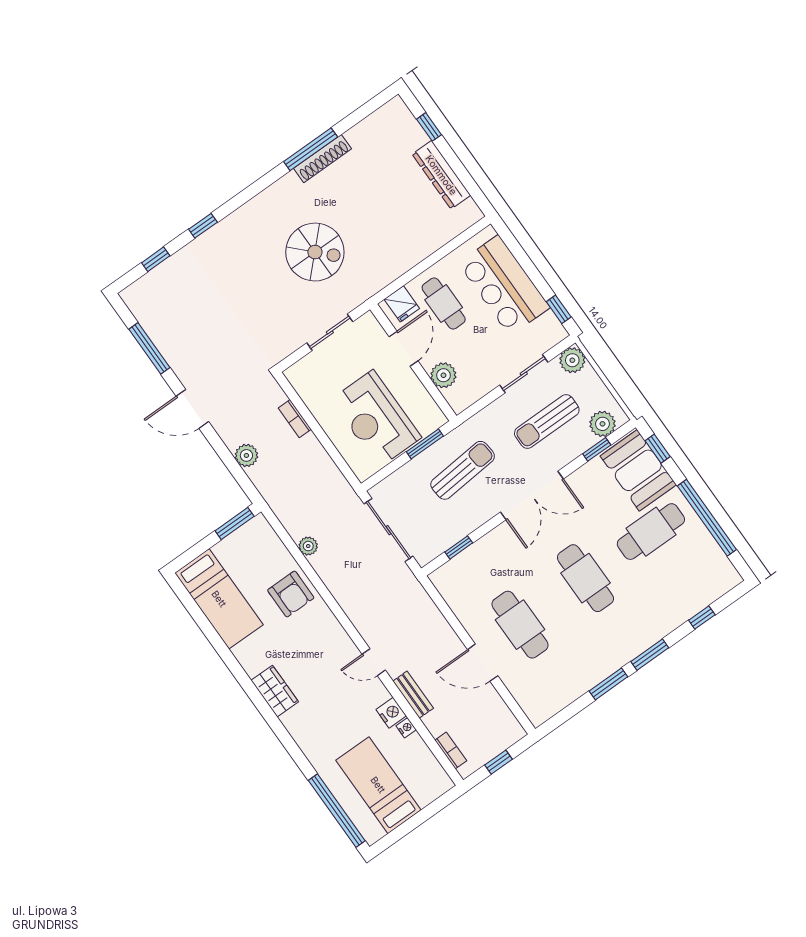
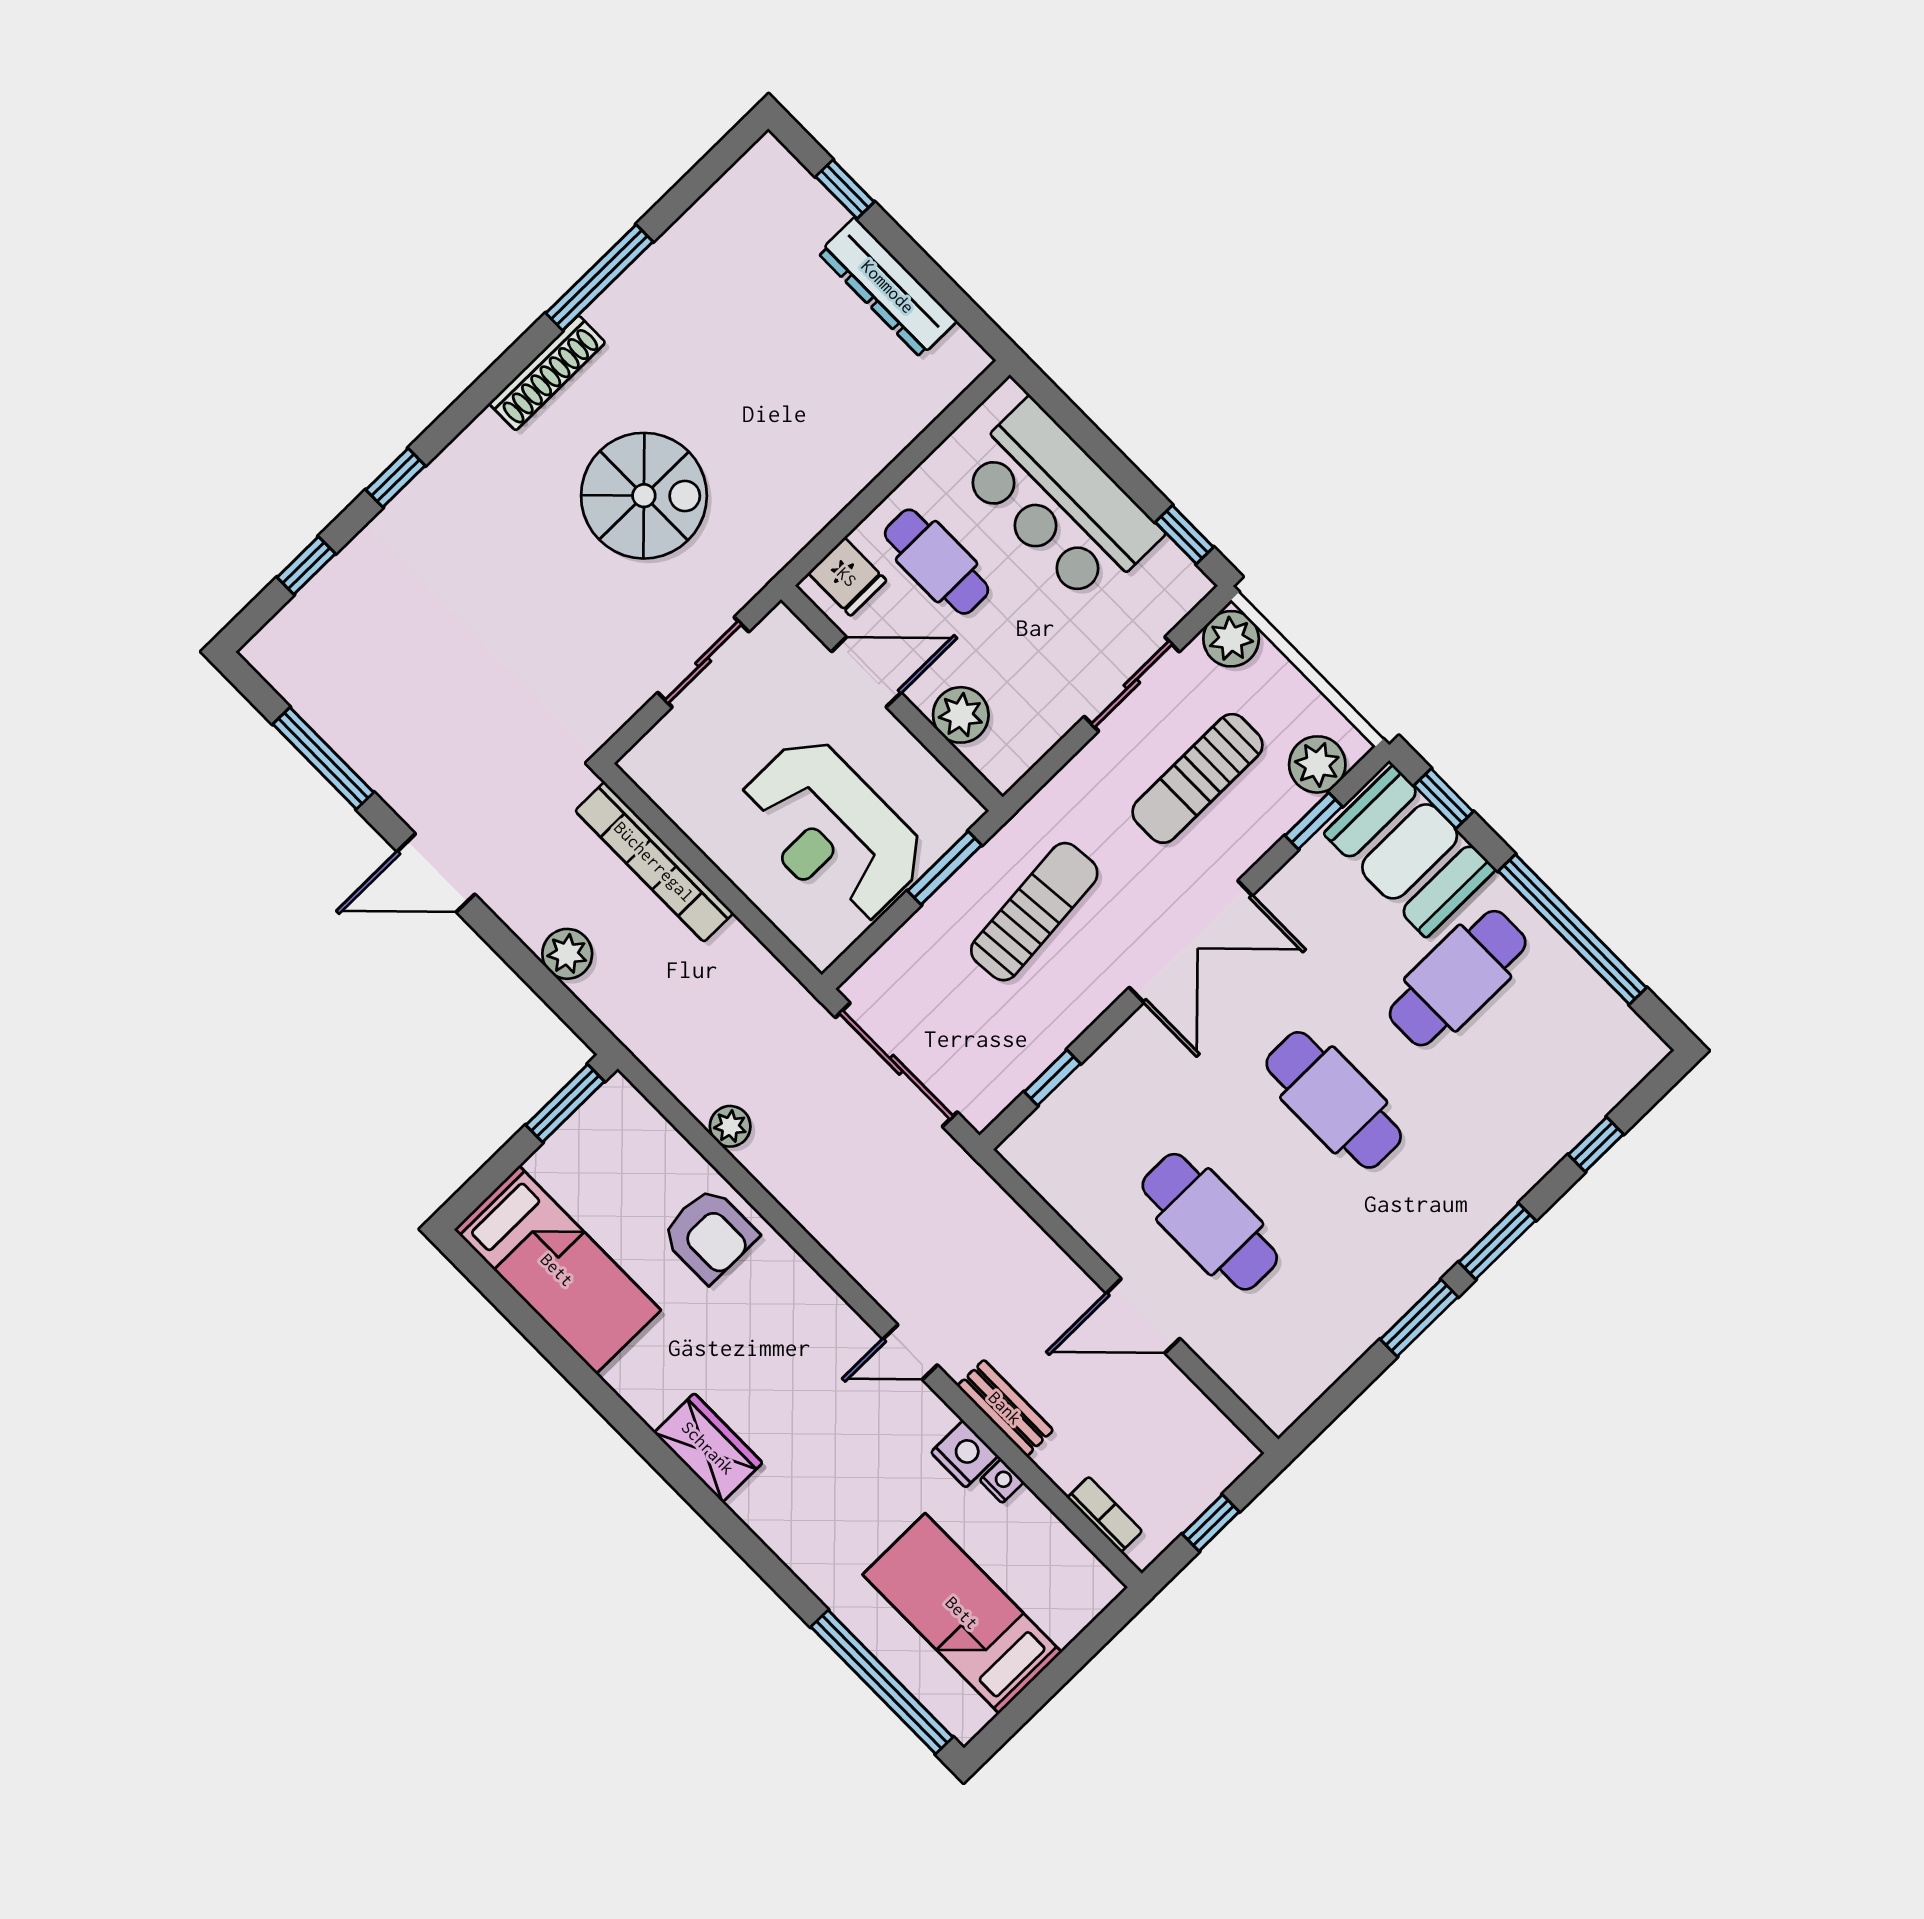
shoe rack: (323, 159) -> (547, 373), moved
door: (403, 349) -> (866, 672), hinge flipped
bookcase: (295, 419) -> (654, 862), width x2.31, depth x1.31

